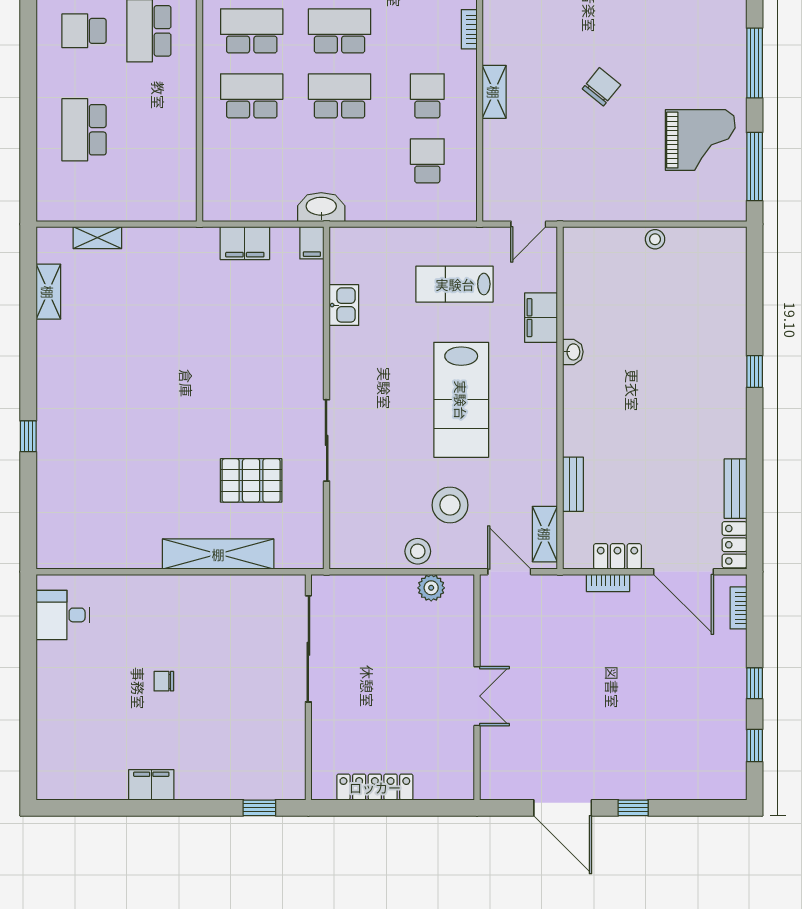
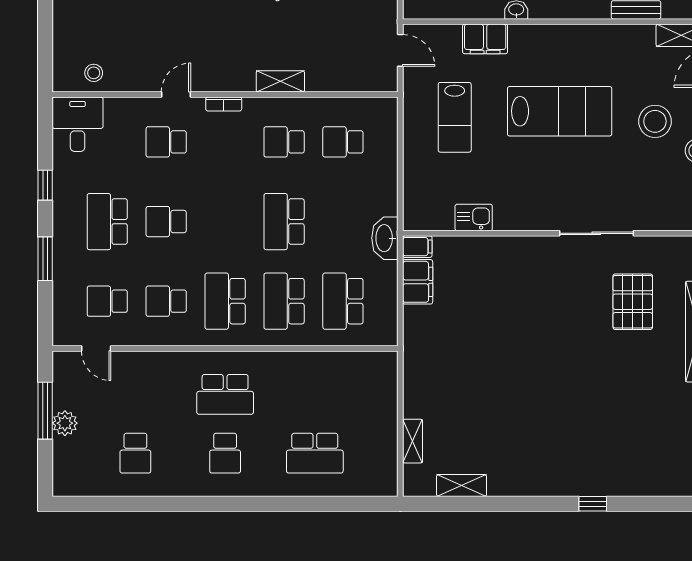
school desk: (340, 31) -> (343, 301), moved
filing cabinet: (245, 243) -> (418, 282), moved

